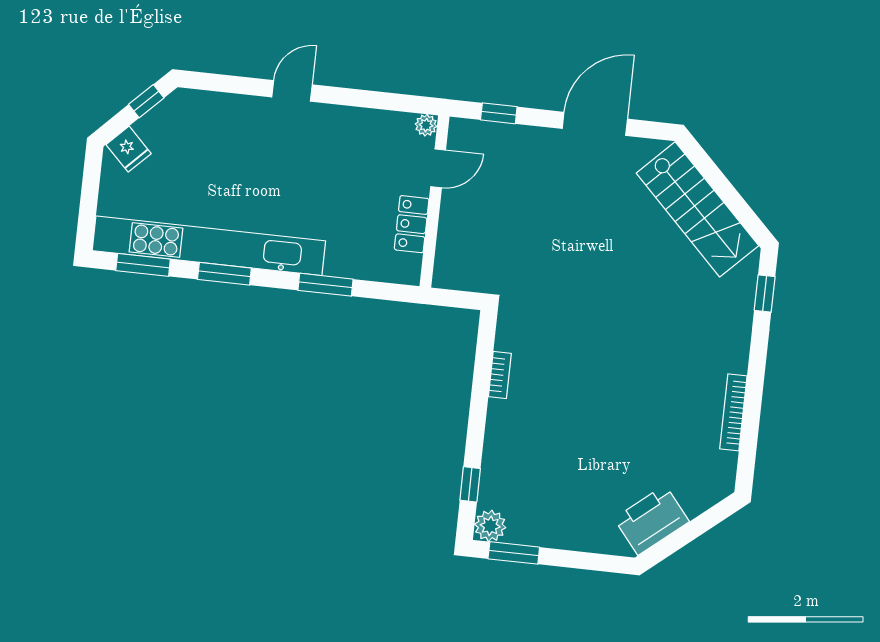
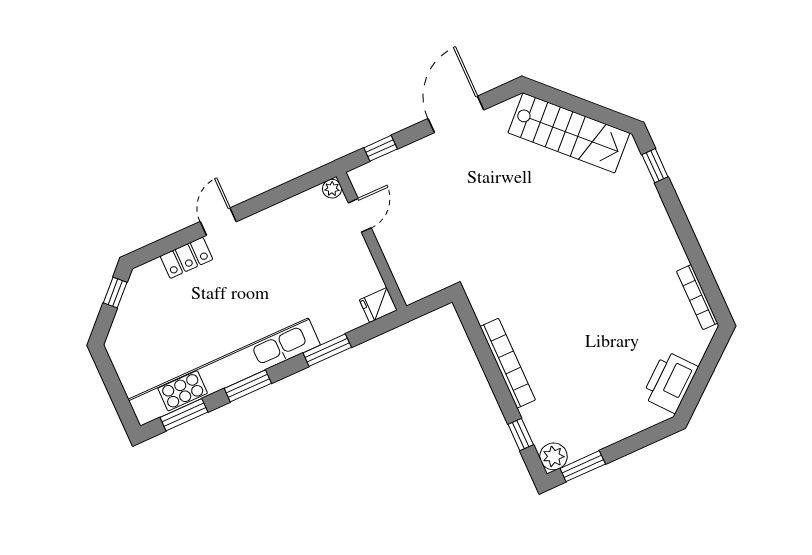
fridge: (129, 149) -> (378, 305), moved, turned 135
locker: (412, 224) -> (186, 258), moved, turned -90
bookcase: (500, 375) -> (508, 363), width x2.31, depth x1.31
bookcase: (733, 412) -> (697, 297), moved

